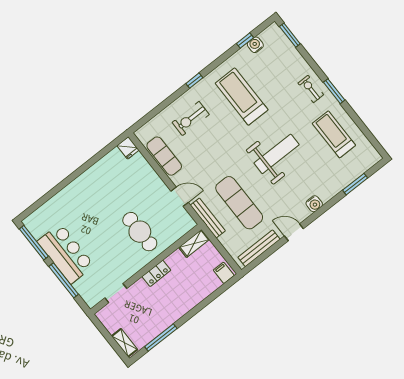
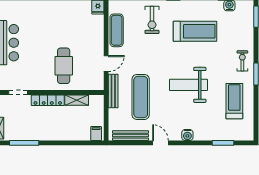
treadmill: (242, 97) -> (195, 31), turned 90
exercise bike: (191, 119) -> (152, 20), turned -90
weight bench: (277, 154) -> (188, 85), turned 180
door: (180, 197) -> (106, 64), hinge flipped
shelving: (194, 243) -> (77, 100), moved
locker: (156, 273) -> (48, 100), width x1.53

